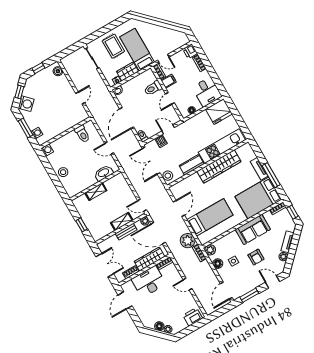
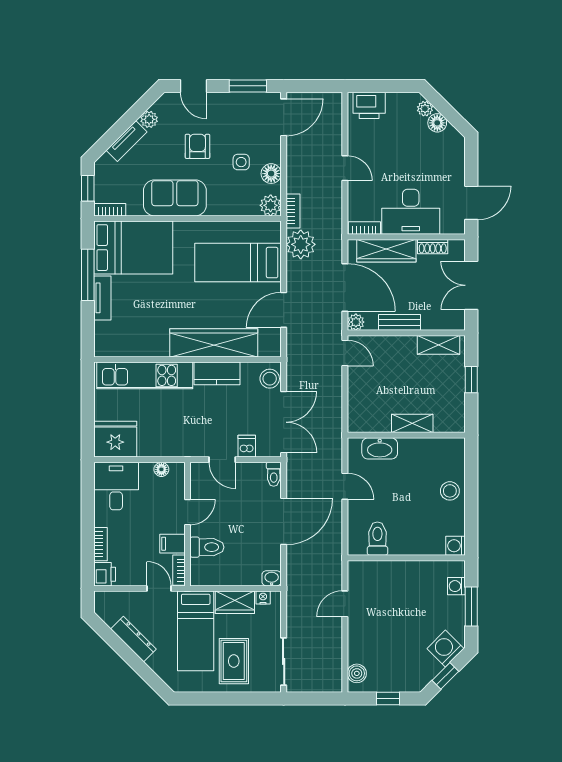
dresser: (162, 31) -> (133, 639), added
wardrobe: (219, 166) -> (214, 343), moved
shelving: (122, 221) -> (439, 345), moved

